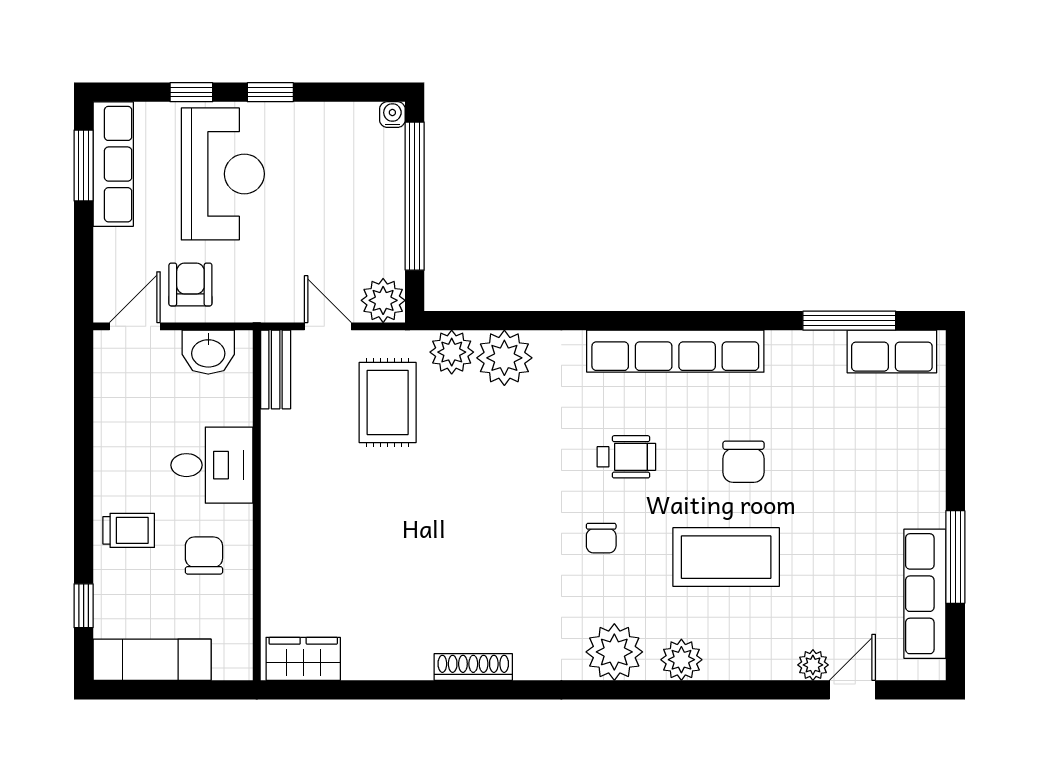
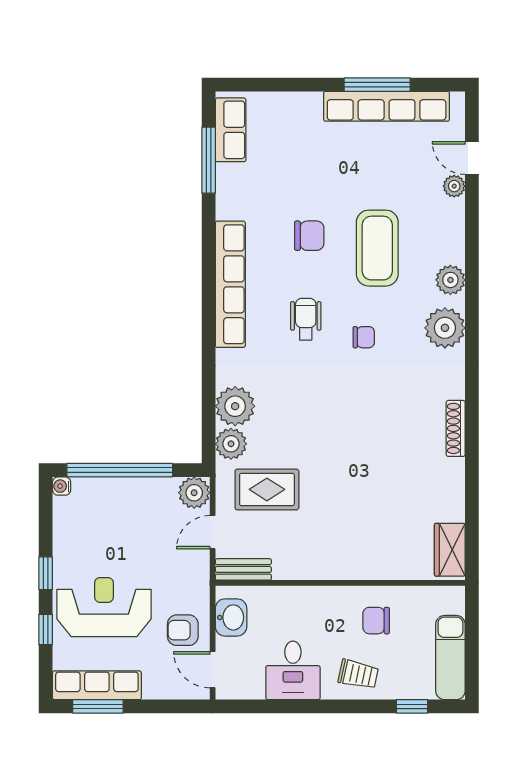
desk: (212, 465) -> (293, 670), moved, turned 180
trolley: (129, 530) -> (358, 674), turned 102
row of seats: (925, 594) -> (387, 106), width x1.36

